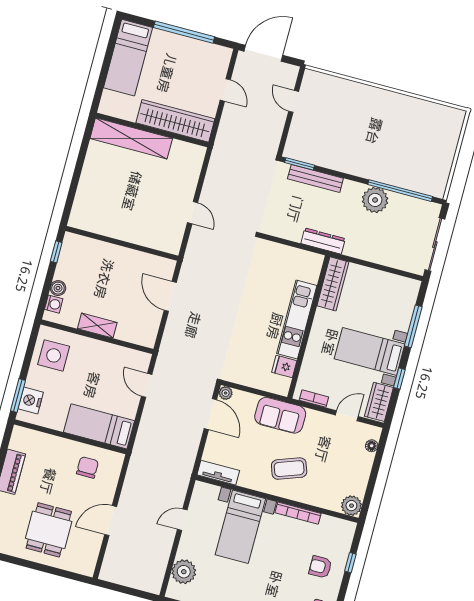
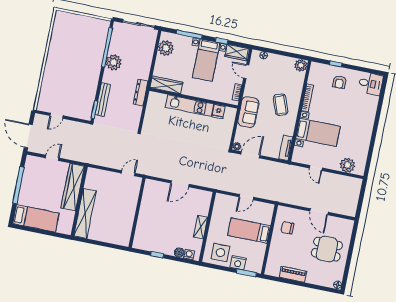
wall: (122, 243) -> (137, 213), moved
plant: (393, 287) -> (166, 48), added
door: (147, 385) -> (246, 197), moved
nightstand: (31, 400) -> (238, 263), moved
bed: (99, 426) -> (249, 231), moved, turned 90

